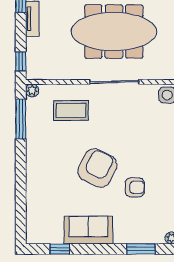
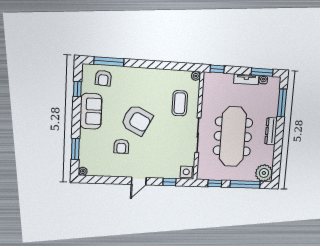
window: (21, 119) -> (109, 62), moved
armchair: (43, 215) -> (103, 78), added

